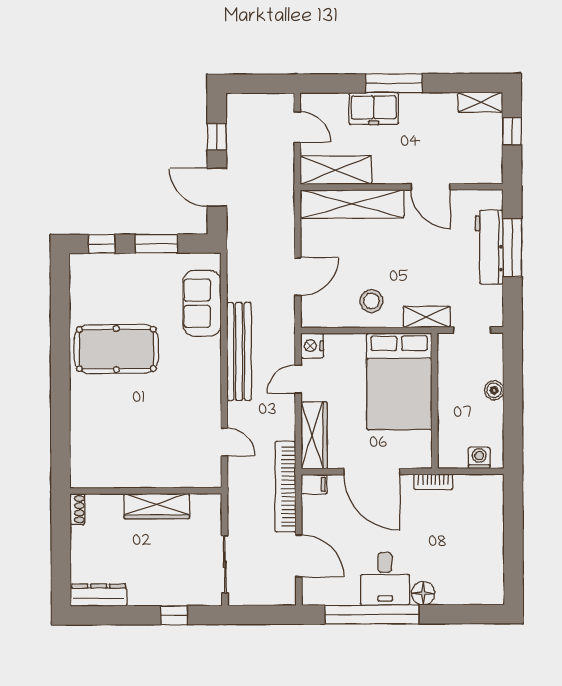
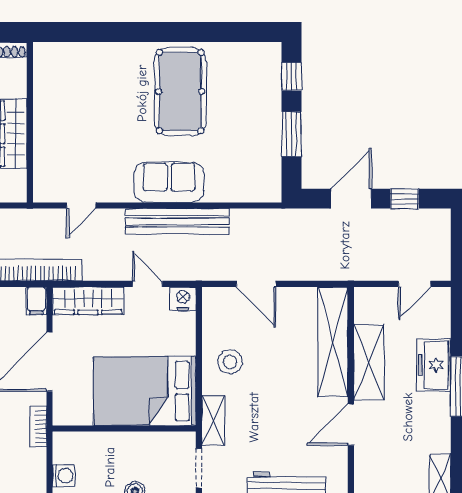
shelving: (336, 170) -> (369, 362), moved
sofa: (202, 303) -> (169, 182), moved

